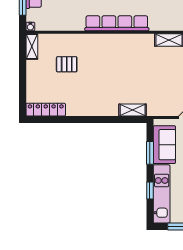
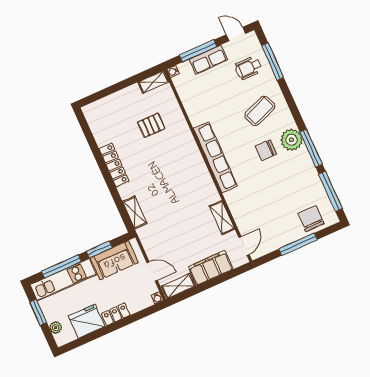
pallet: (67, 64) -> (151, 125), turned 90
locker: (46, 110) -> (114, 165), moved
window: (150, 190) -> (61, 266), width x2.17

